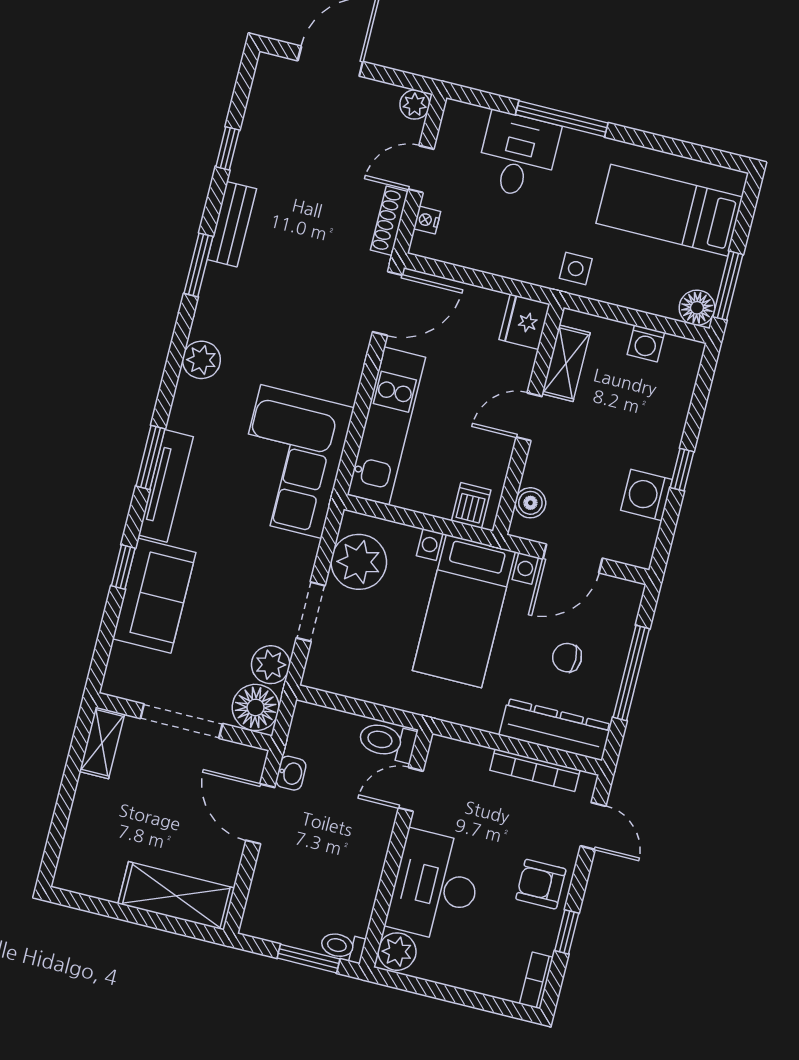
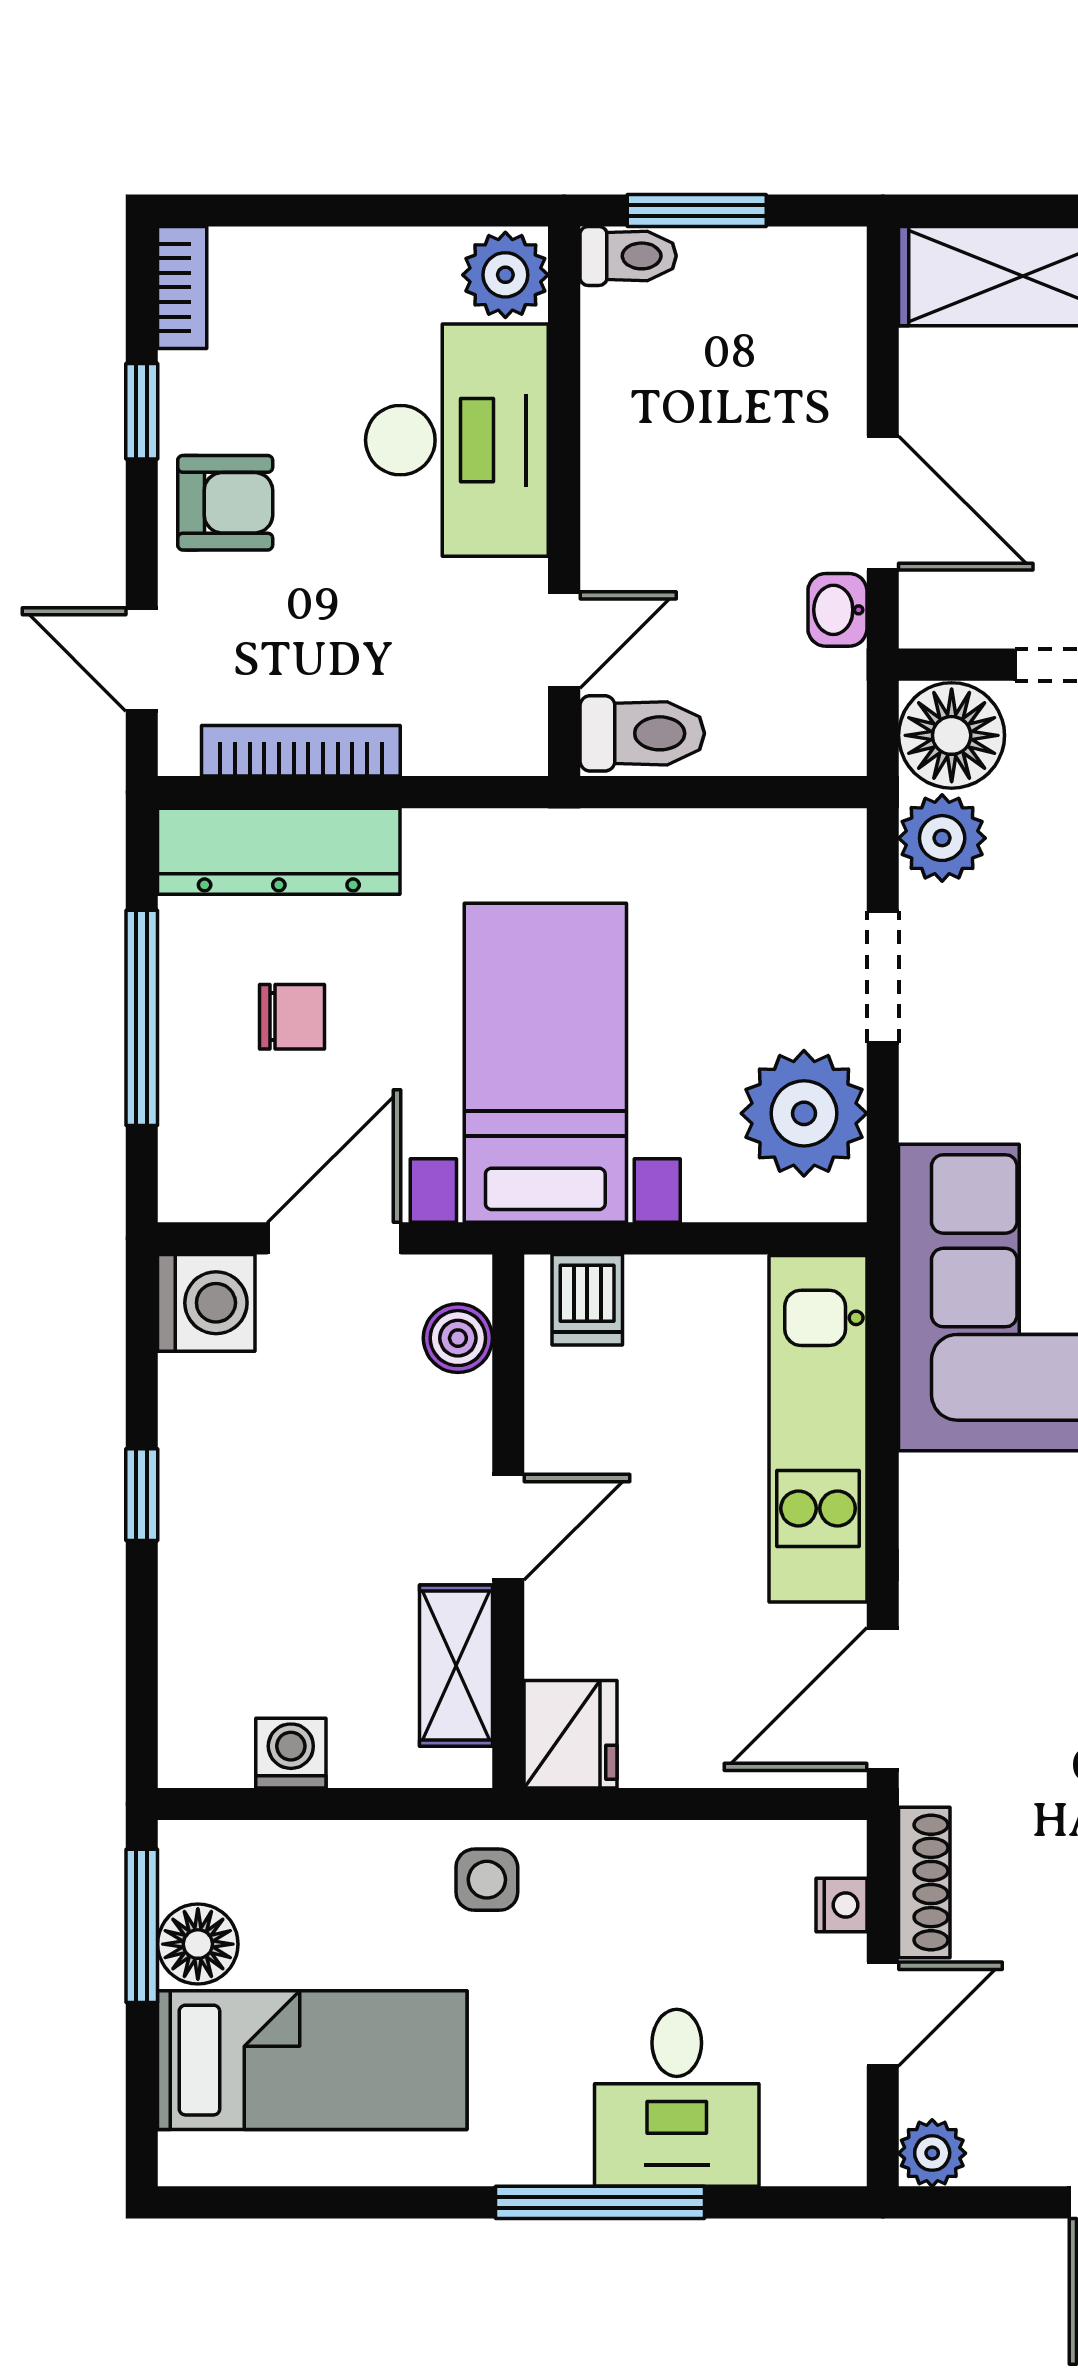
floor lamp: (697, 308) -> (198, 1944), moved
washing machine: (646, 495) -> (206, 1303), moved

